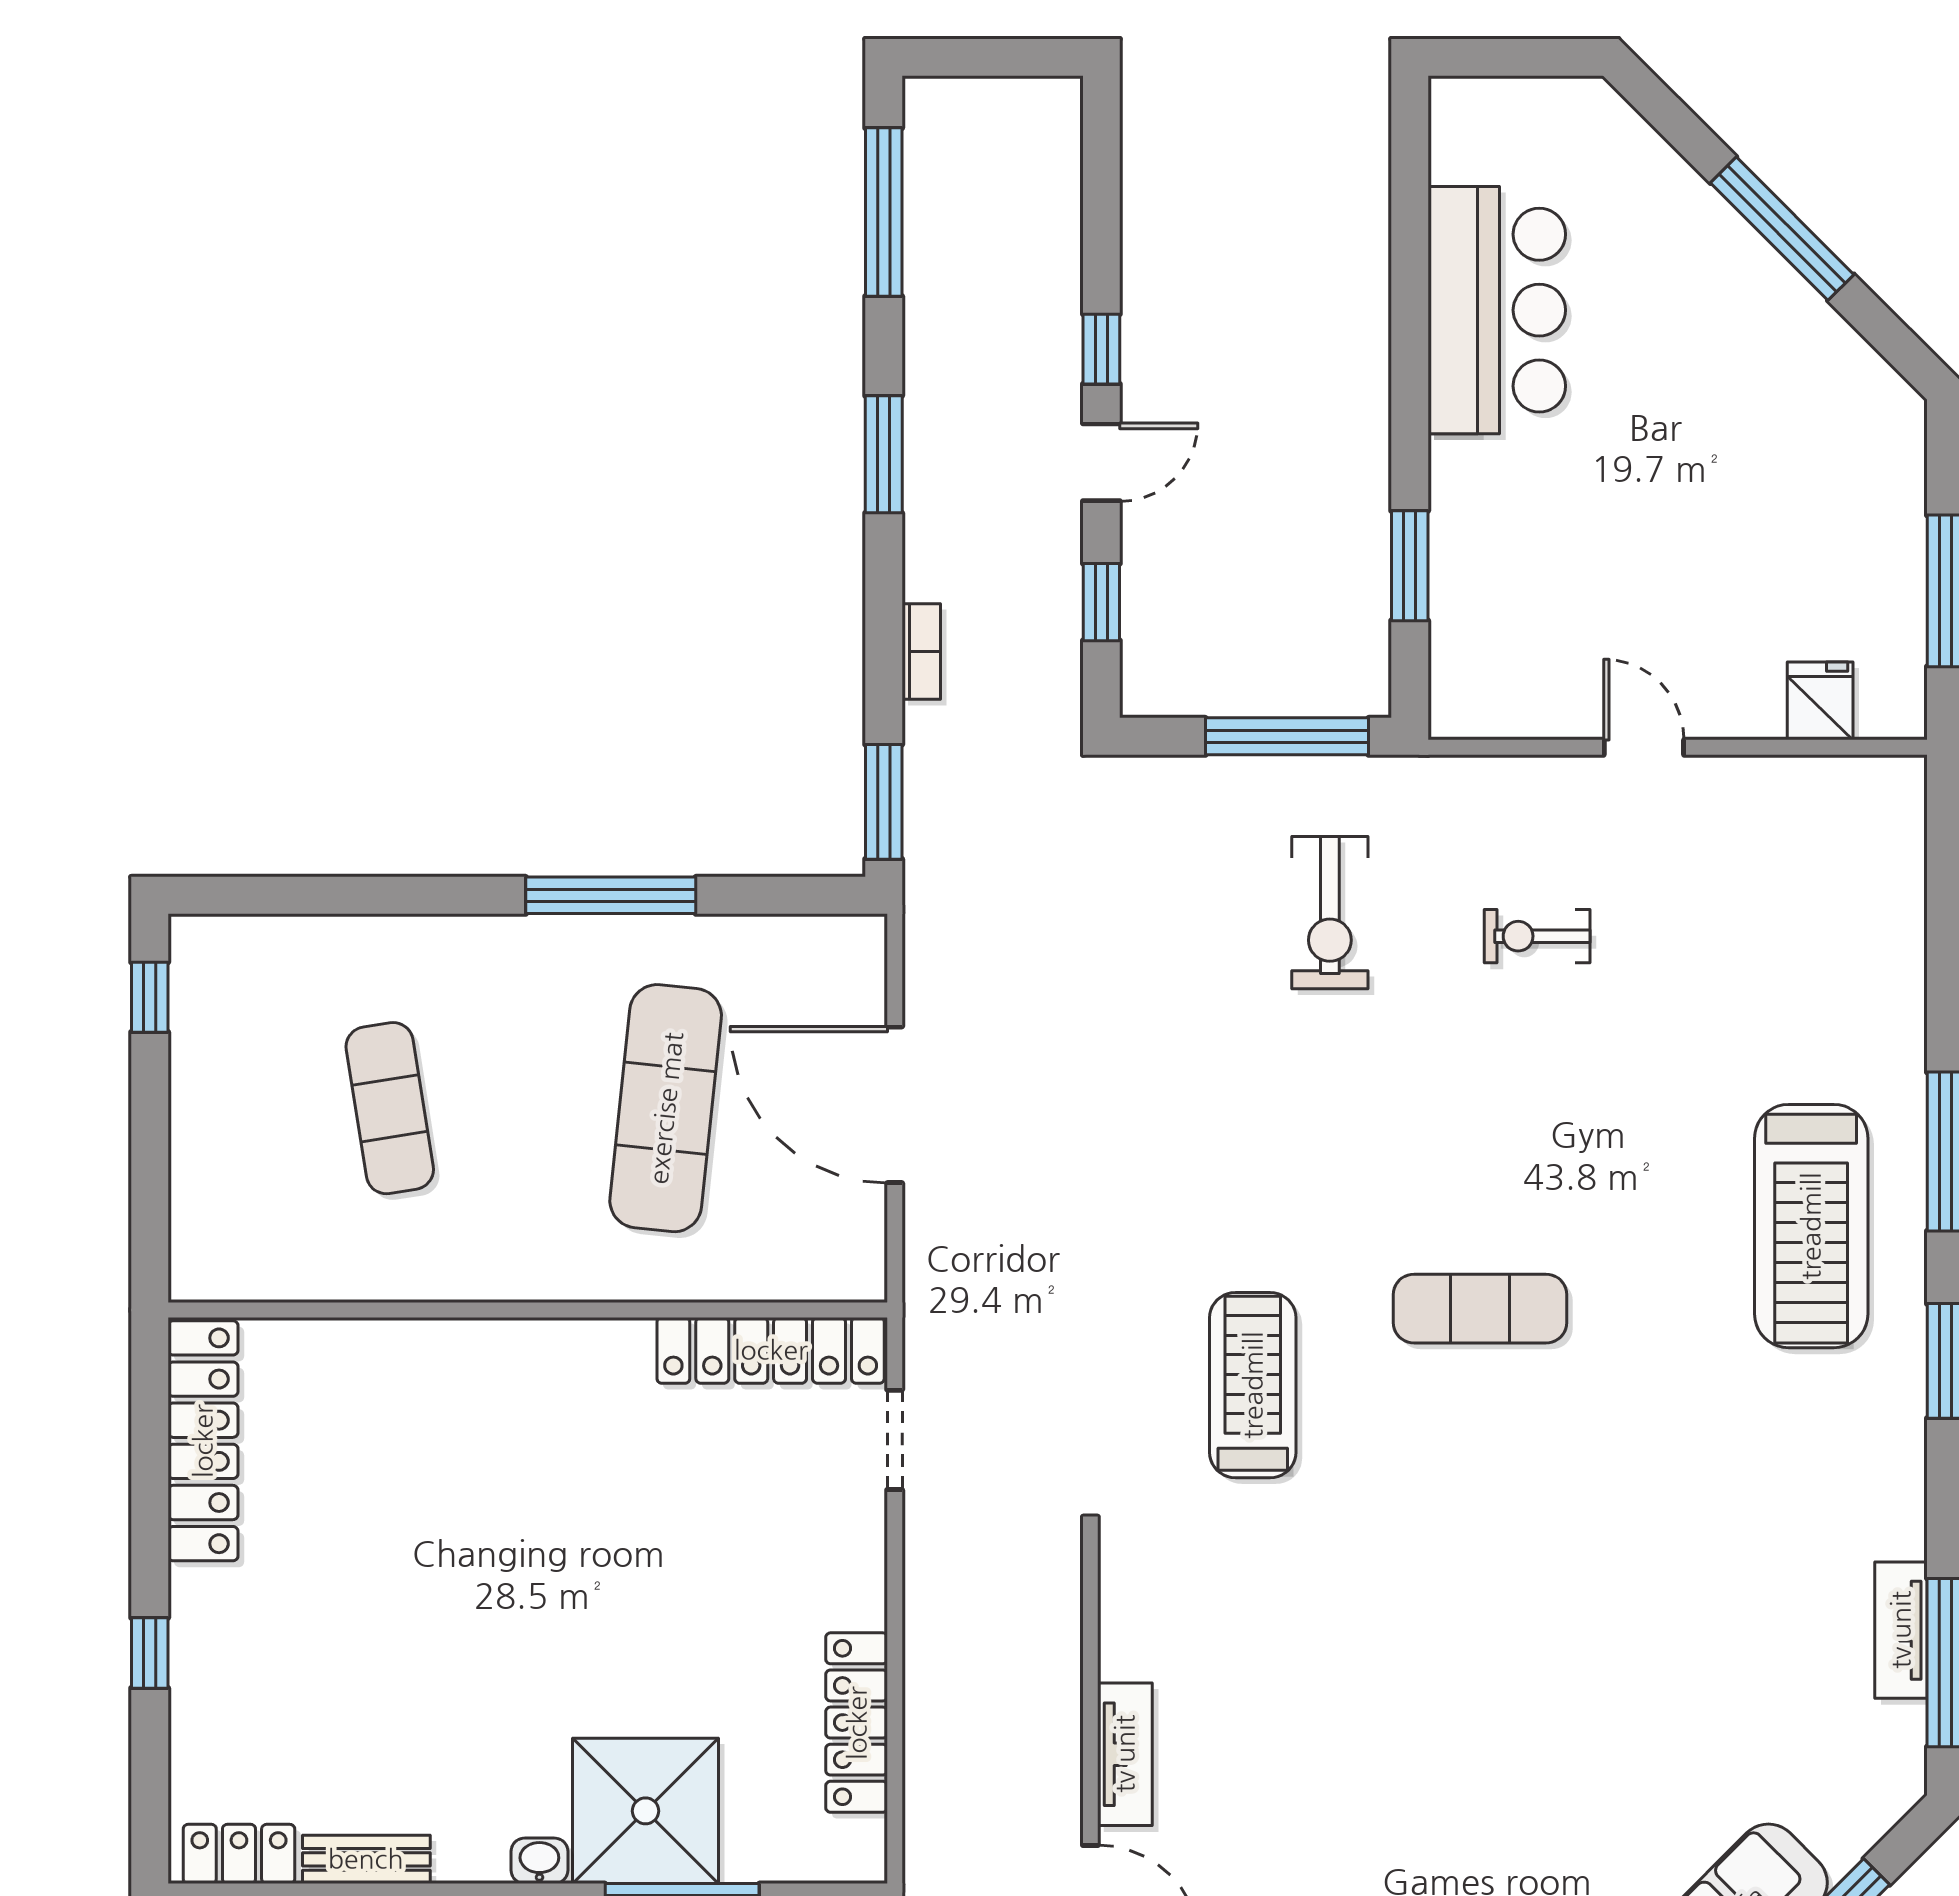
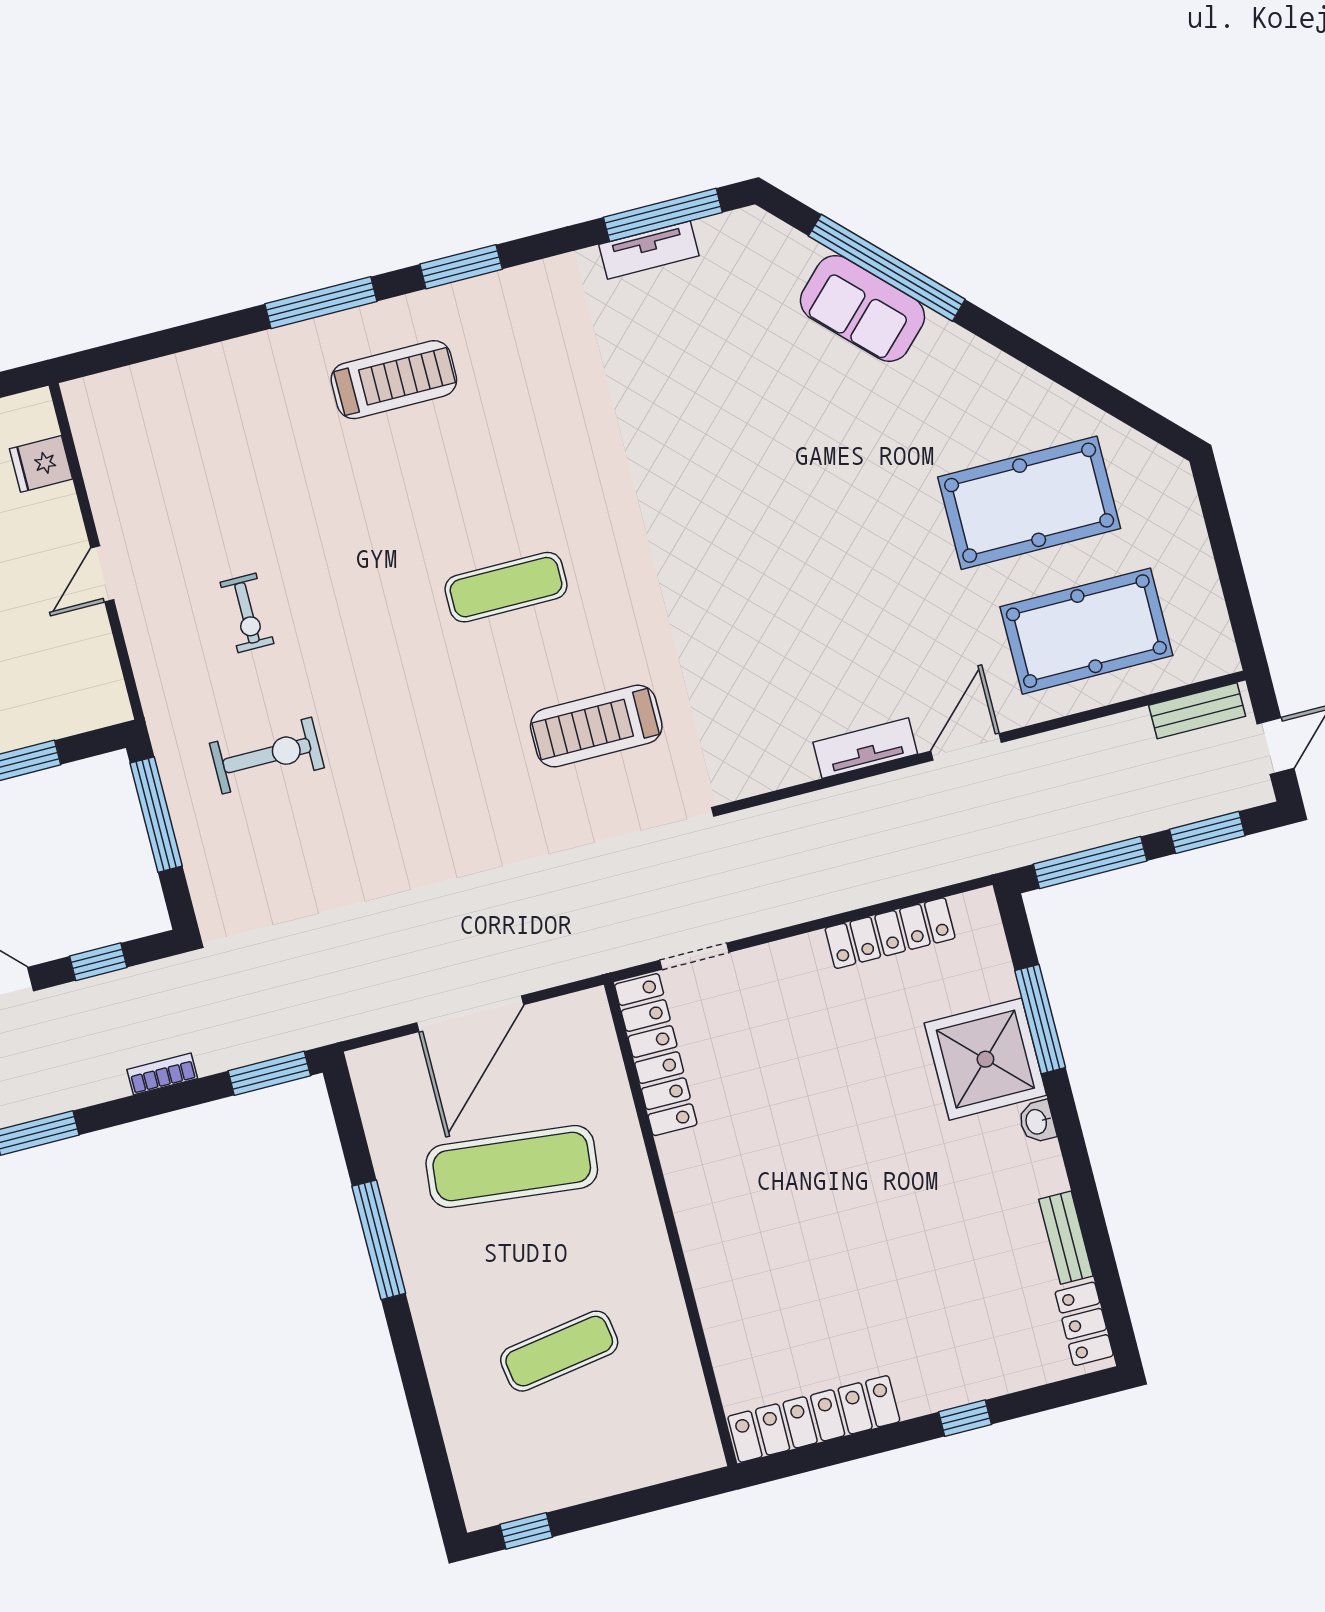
treadmill: (1811, 1226) -> (394, 380), width x0.73, depth x0.73
exercise mat: (1480, 1309) -> (506, 587), turned 90

